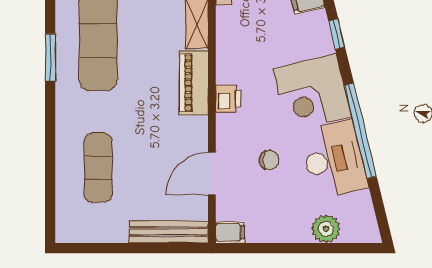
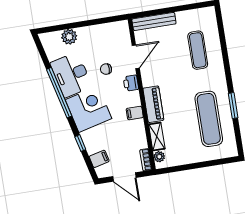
printer: (228, 99) -> (131, 83), moved
filing cabinet: (230, 232) -> (135, 113), moved

